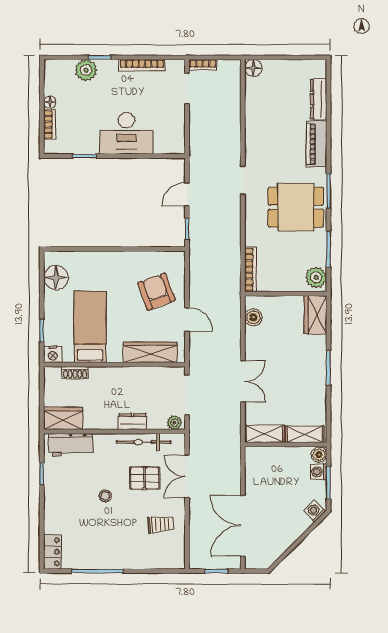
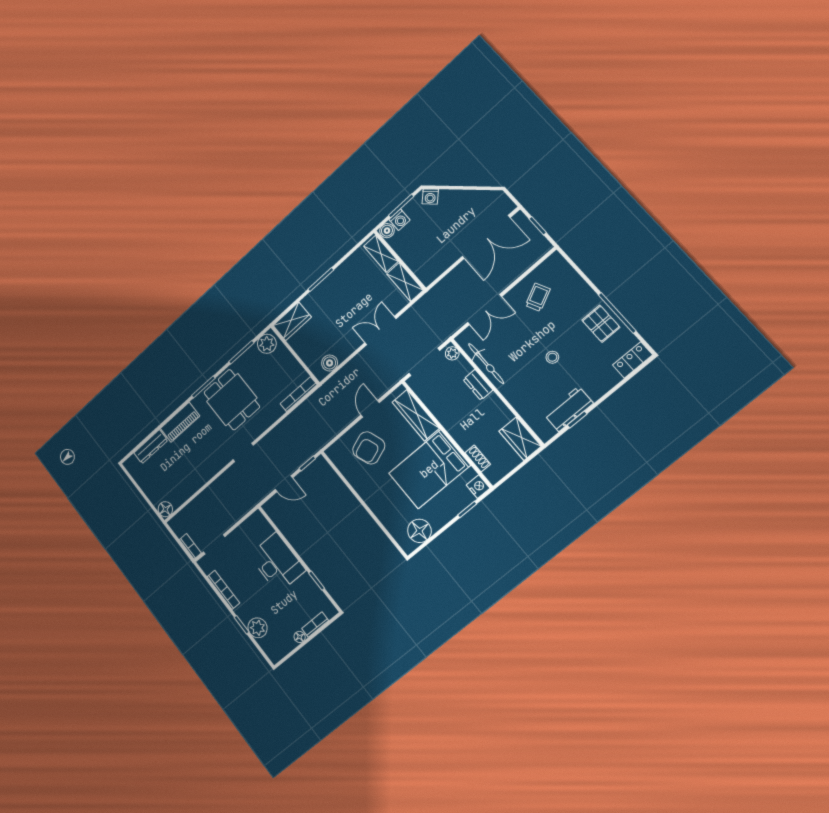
bed: (90, 327) -> (429, 469), width x1.50
workbench: (71, 445) -> (569, 409), moved, turned -90
pallet: (145, 478) -> (601, 324), moved
trolley: (161, 524) -> (538, 297), turned 69

